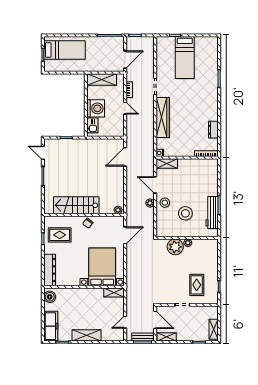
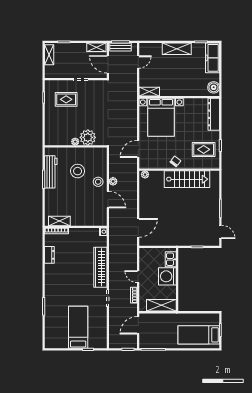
shelving: (167, 164) -> (59, 221), moved
rug: (197, 285) -> (66, 99), turned 90

